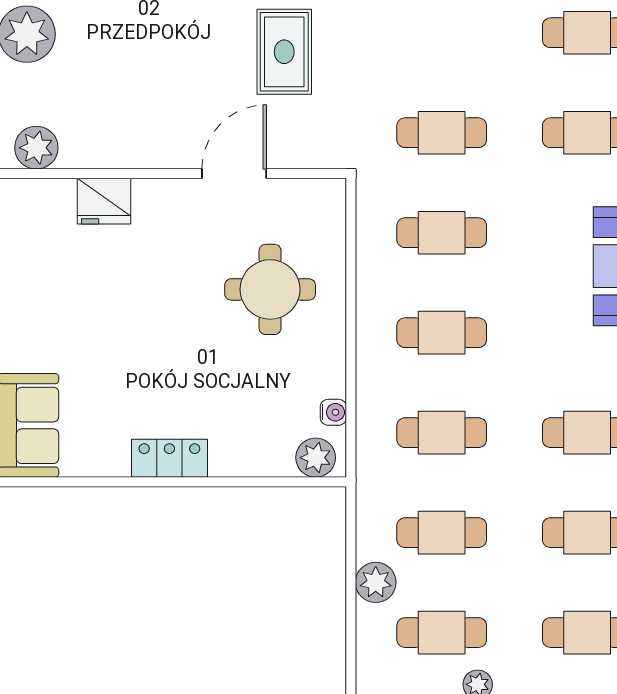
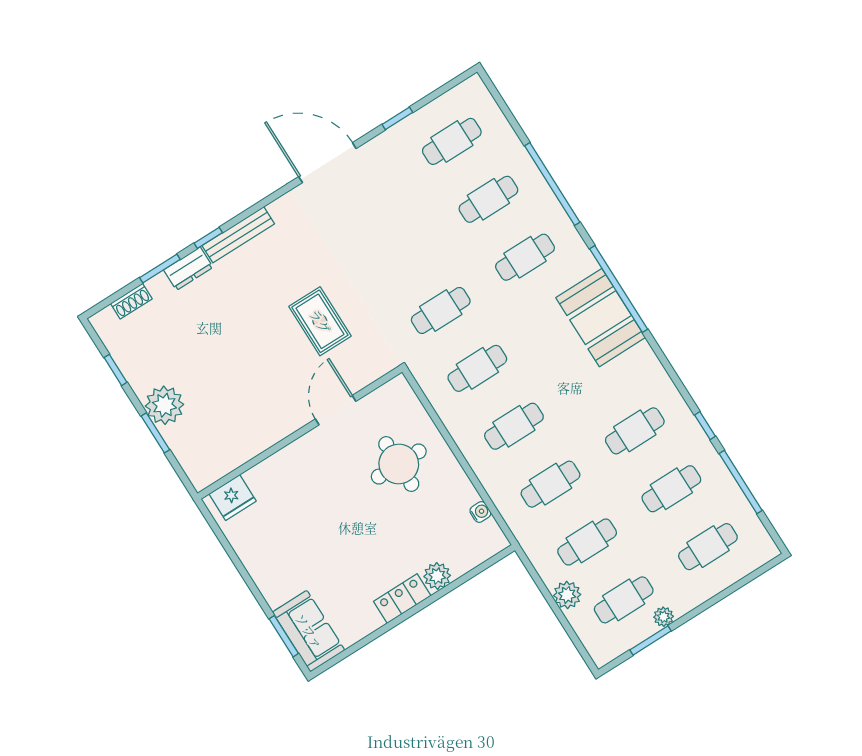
plant: (36, 148) -> (212, 467), removed
fridge: (104, 201) -> (233, 498), moved
plant: (316, 458) -> (437, 576), moved

